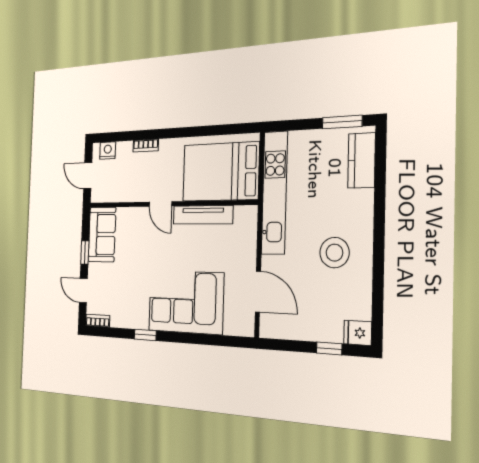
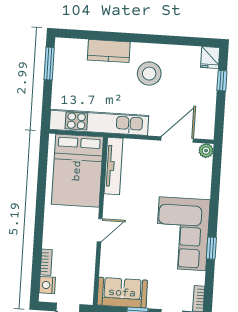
bookcase: (146, 146) -> (46, 262), moved
kitchen counter: (362, 160) -> (109, 51), moved
tv unit: (203, 215) -> (113, 166), moved
corner sofa: (186, 302) -> (182, 234), moved
plant: (247, 328) -> (206, 151), added

